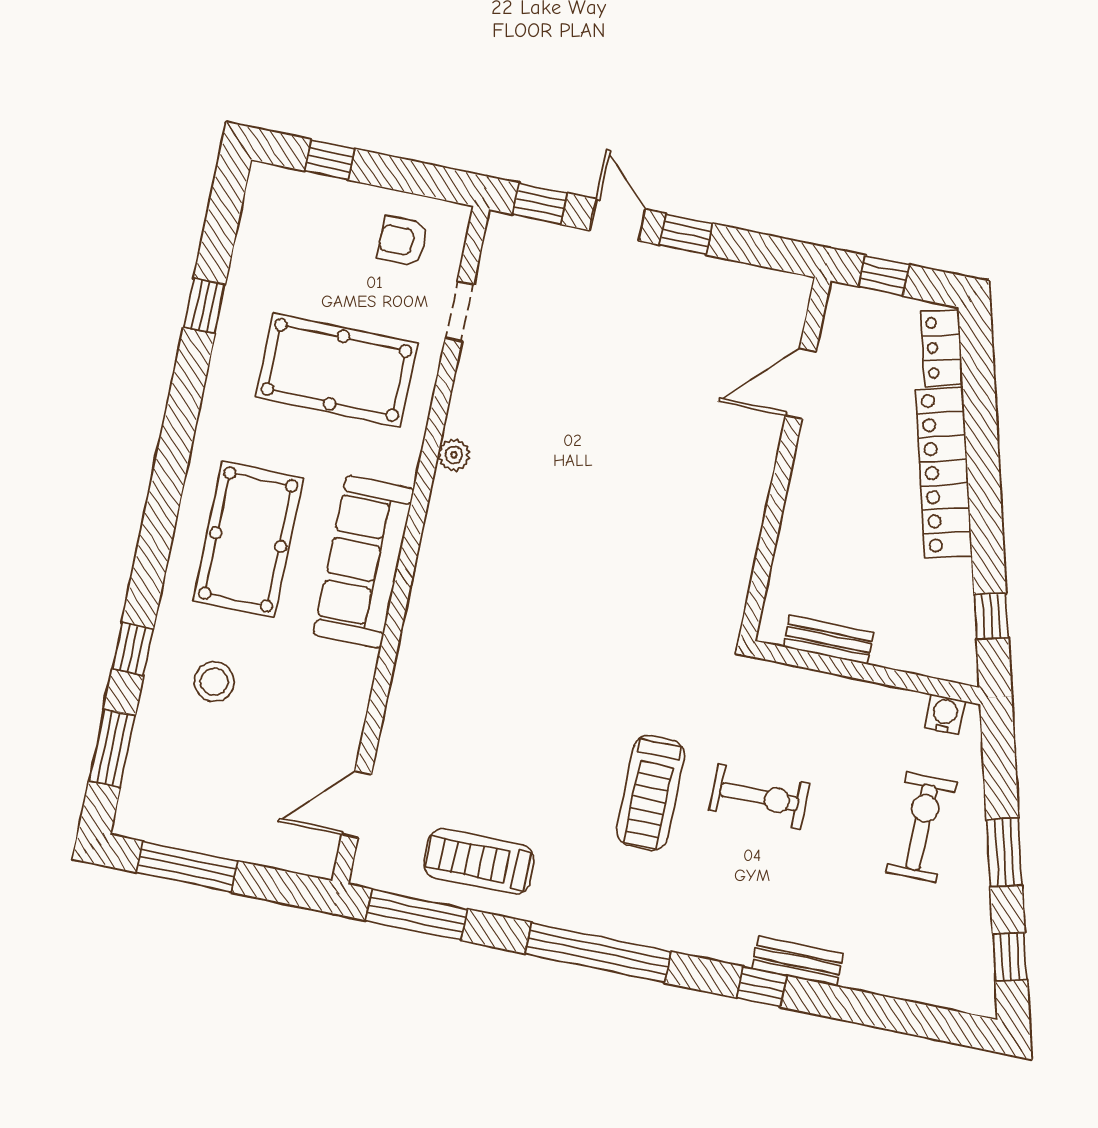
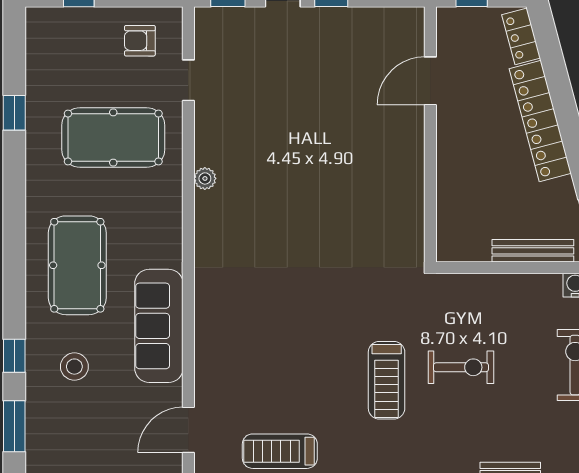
sofa: (364, 562) -> (159, 326), moved
bench: (829, 640) -> (533, 251), moved, width x1.36

